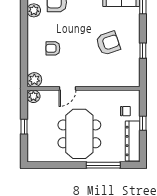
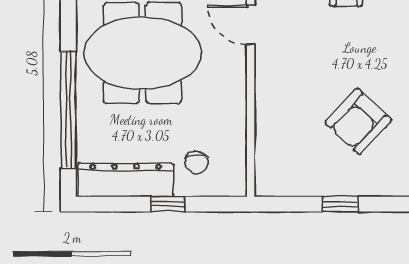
armchair: (108, 43) -> (358, 121), turned 62
window: (103, 165) -> (68, 110), width x1.46

